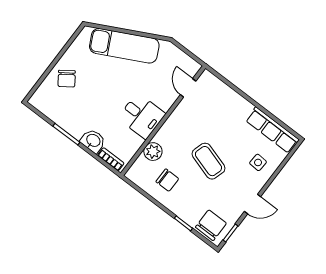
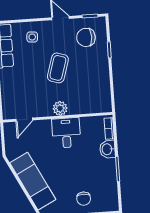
chair: (67, 79) -> (84, 199), turned 125
plant: (153, 152) -> (60, 108), moved
chair: (167, 180) -> (92, 83), removed
chair: (211, 225) -> (86, 37), moved

